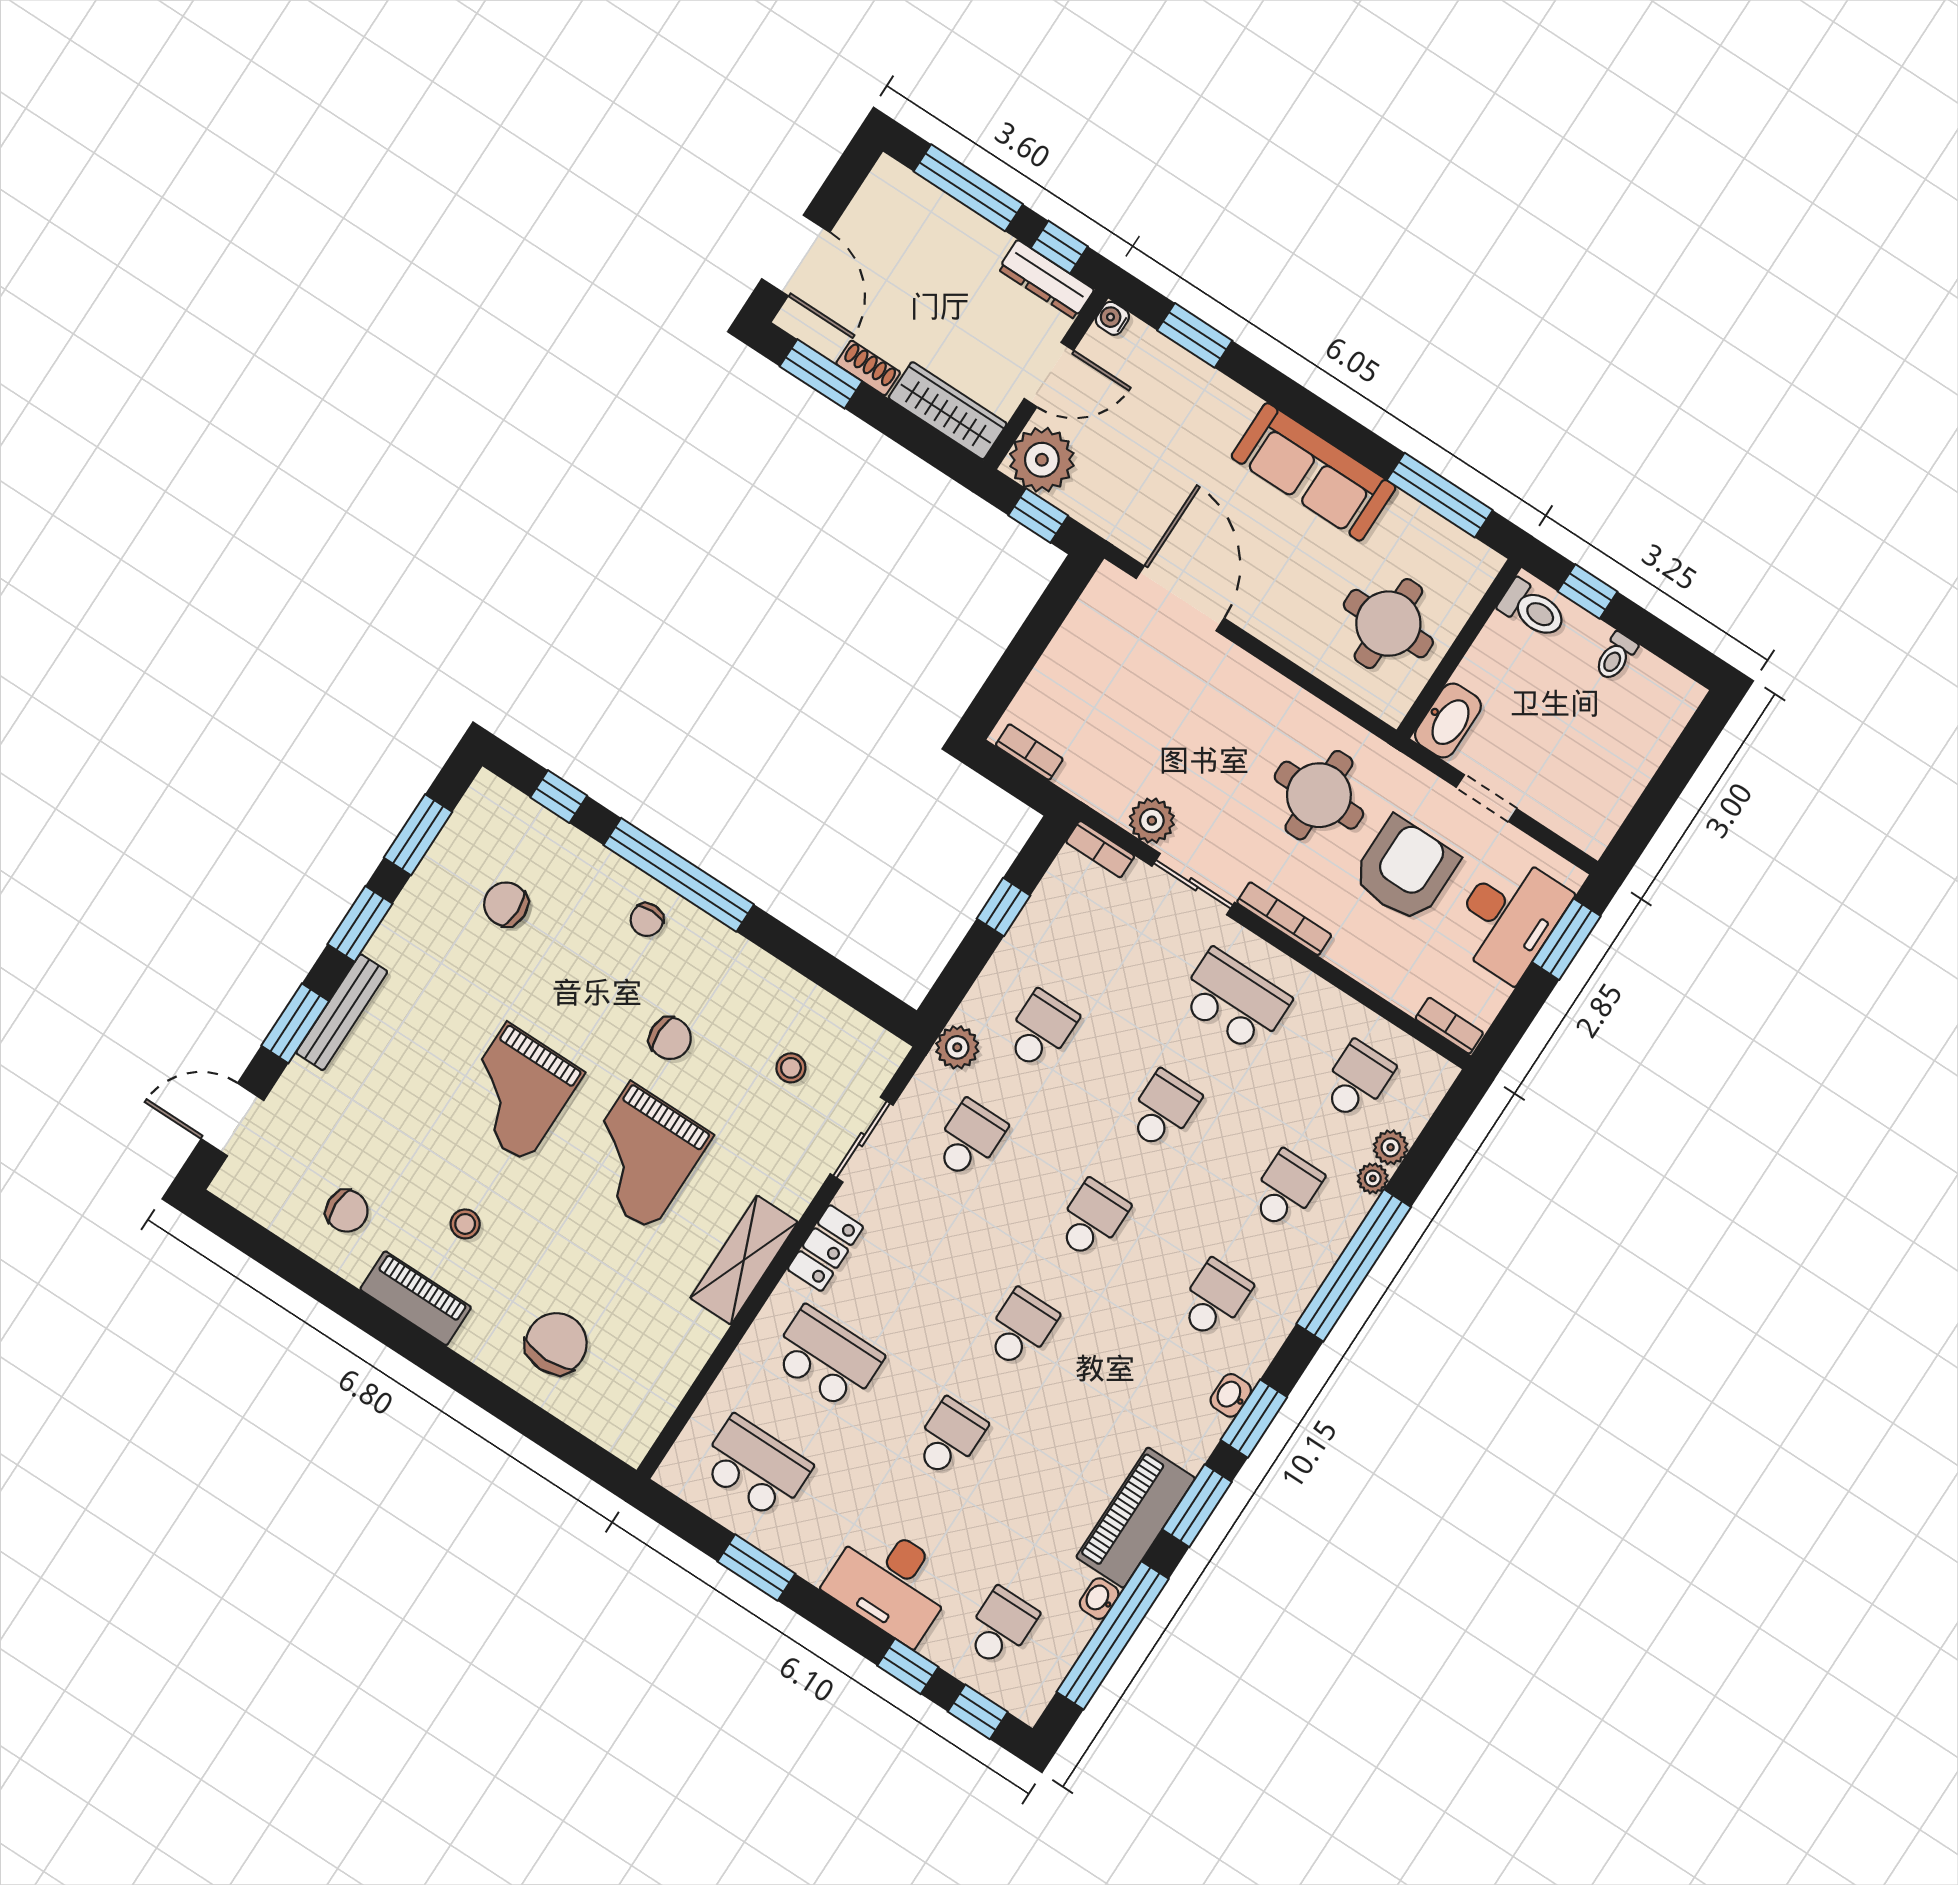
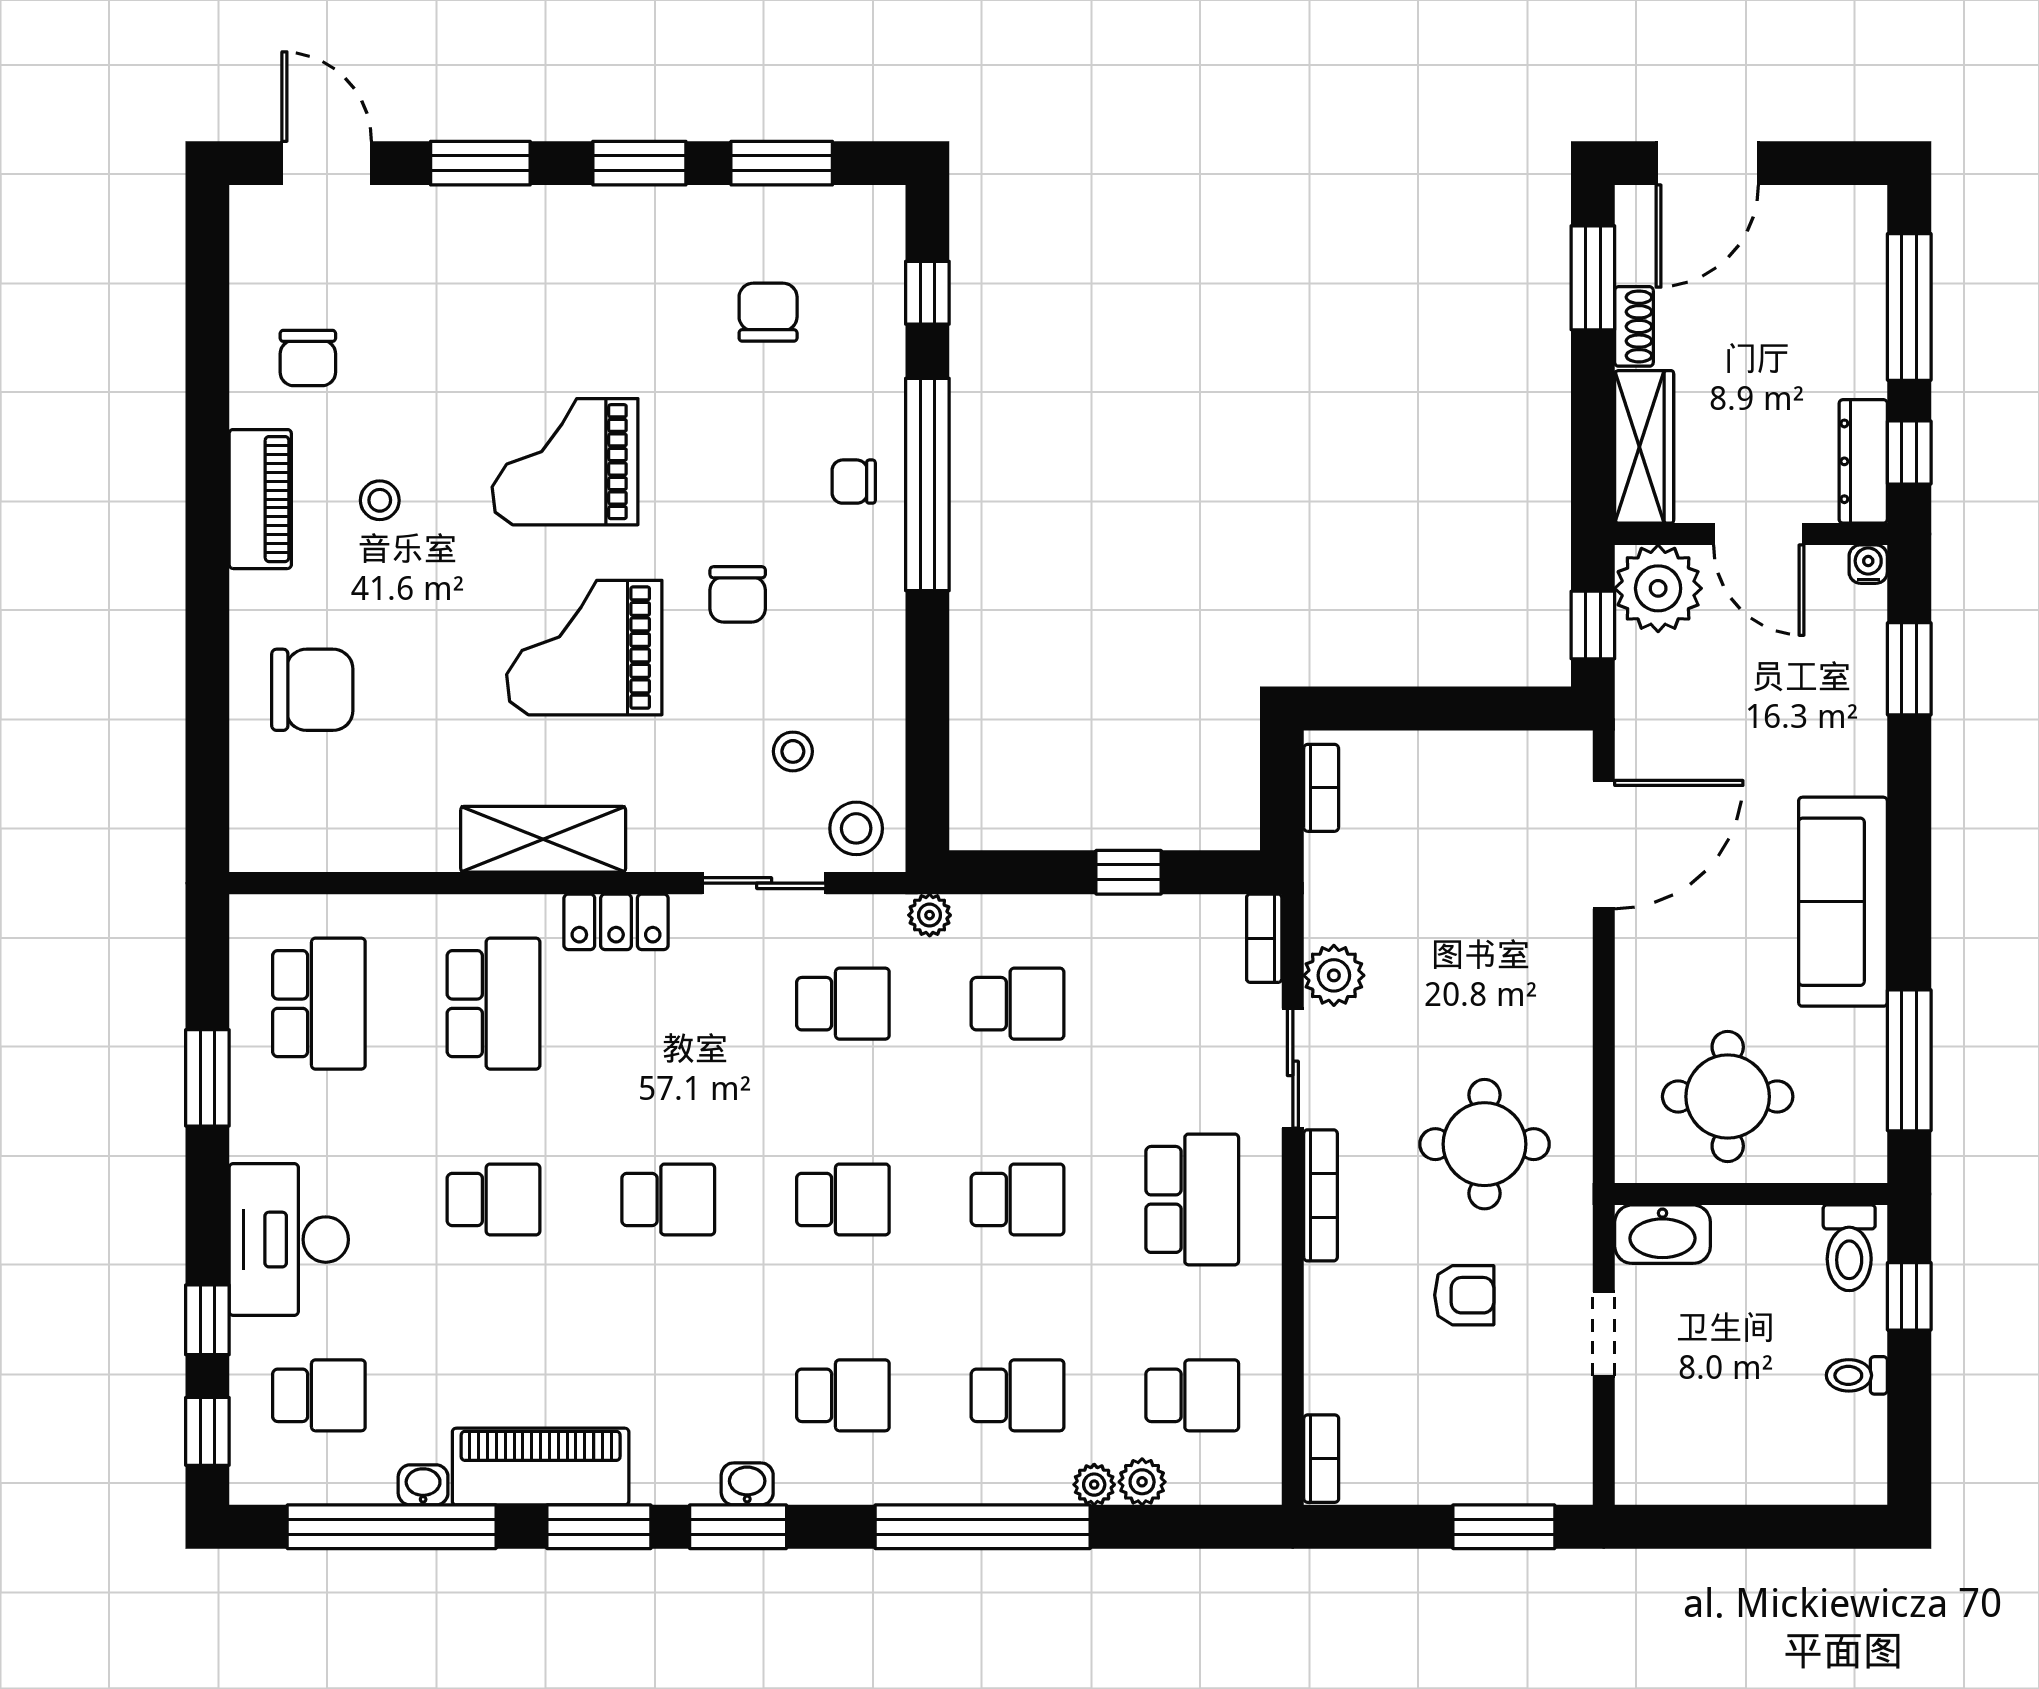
armchair: (1405, 870) -> (1464, 1295), width x0.53, depth x0.53
desk: (1509, 917) -> (1487, 1446), removed
bench: (342, 1012) -> (527, 207), removed
plant: (957, 1047) -> (930, 915), width x0.73, depth x0.73
stool: (865, 1060) -> (856, 828), added

